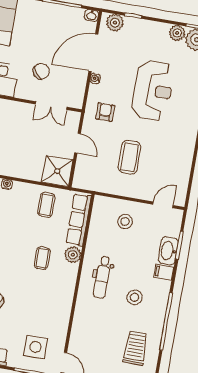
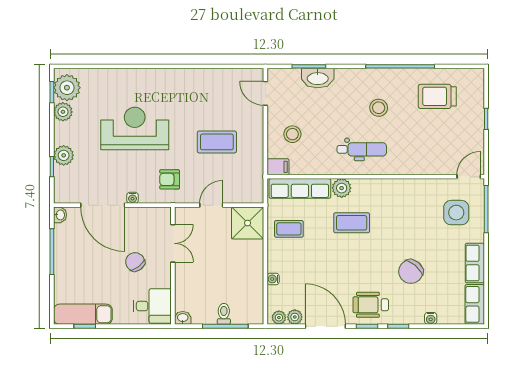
plant: (115, 23) -> (64, 155), moved
coffee table: (42, 258) -> (352, 223), width x1.36, depth x1.30
filing cabinet: (164, 272) -> (278, 167), moved, turned -90

